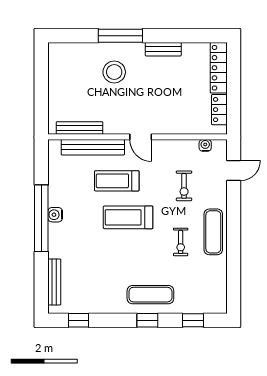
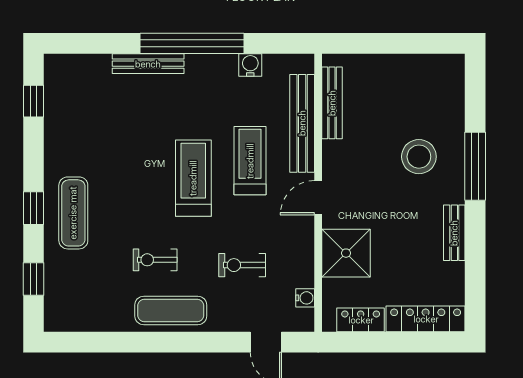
shower: (176, 119) -> (346, 253), added
water cooler: (55, 215) -> (250, 65), moved
bench: (54, 282) -> (148, 64), moved

